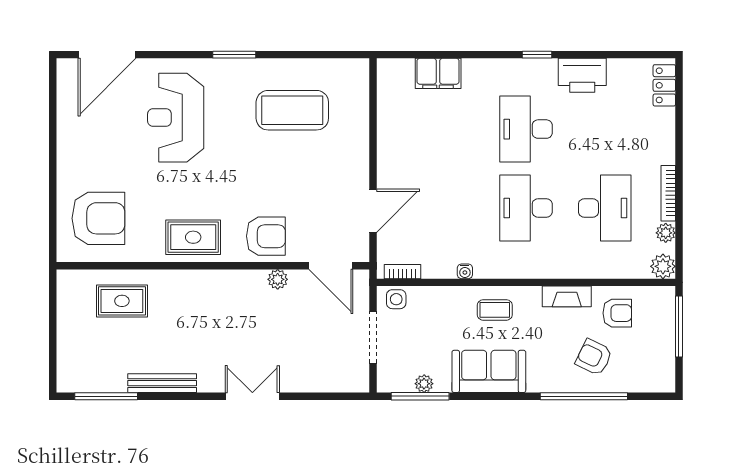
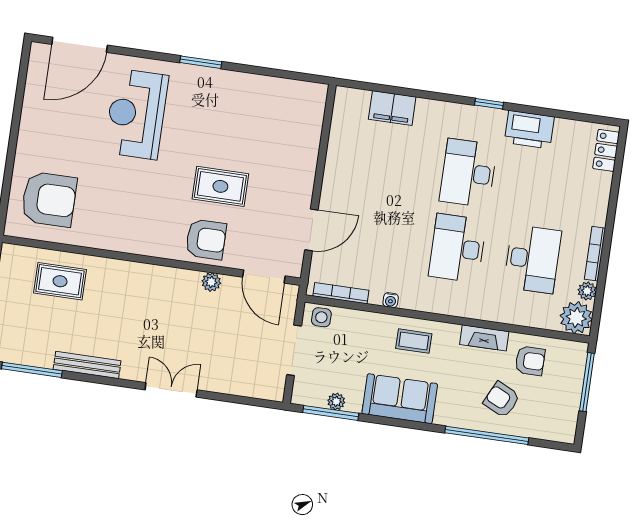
coffee table: (292, 110) -> (248, 123), removed
rug: (193, 237) -> (220, 186), moved
plant: (663, 266) -> (576, 318), width x1.36, depth x1.36
bookcase: (403, 272) -> (341, 293), width x1.56

